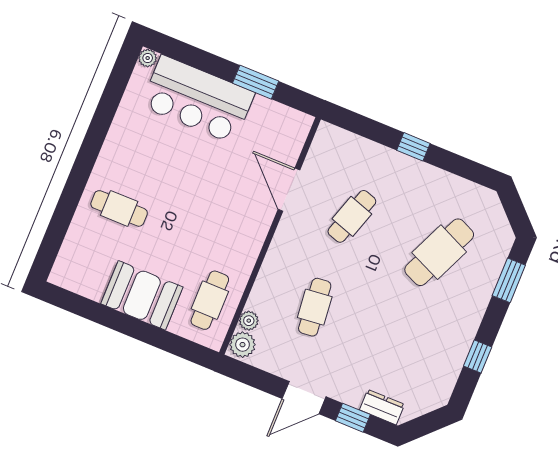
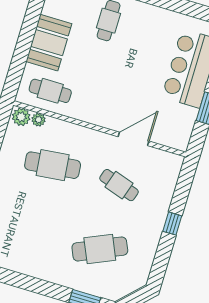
cafe table: (439, 252) -> (100, 249), turned -48
cafe table: (315, 307) -> (53, 165), width x1.37, depth x1.35
window: (478, 356) -> (29, 283), removed

